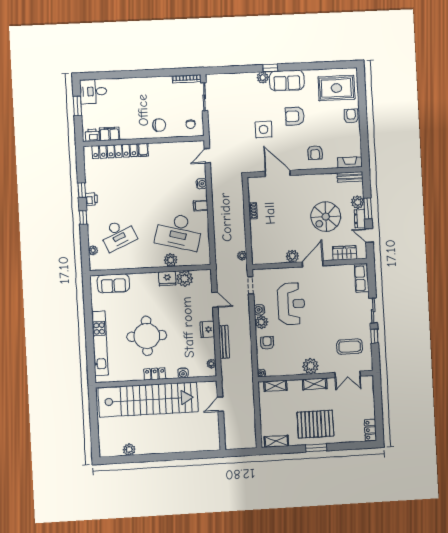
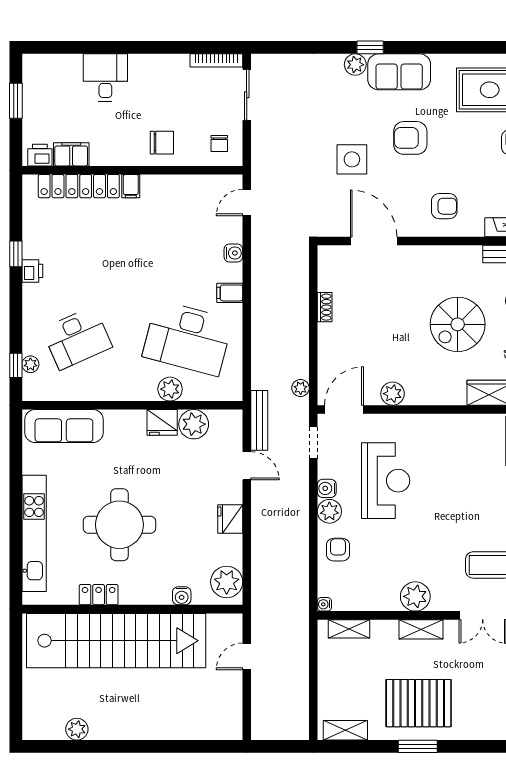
desk: (93, 91) -> (105, 78), moved, turned 90
armchair: (315, 153) -> (444, 206), turned -90
window: (83, 217) -> (16, 365), moved
door: (313, 264) -> (344, 409), moved
sofa: (113, 283) -> (64, 426), width x1.36
bench: (224, 342) -> (259, 420), moved
plant: (211, 364) -> (227, 582), width x1.87, depth x1.87
locker: (155, 374) -> (99, 595), moved

